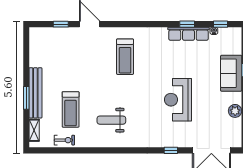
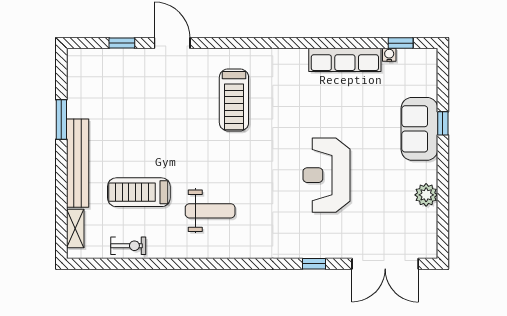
window: (187, 24) -> (343, 43), removed
window: (26, 98) -> (61, 120), moved
treadmill: (71, 109) -> (139, 192), turned 90
weight bench: (111, 120) -> (210, 211), turned 180

